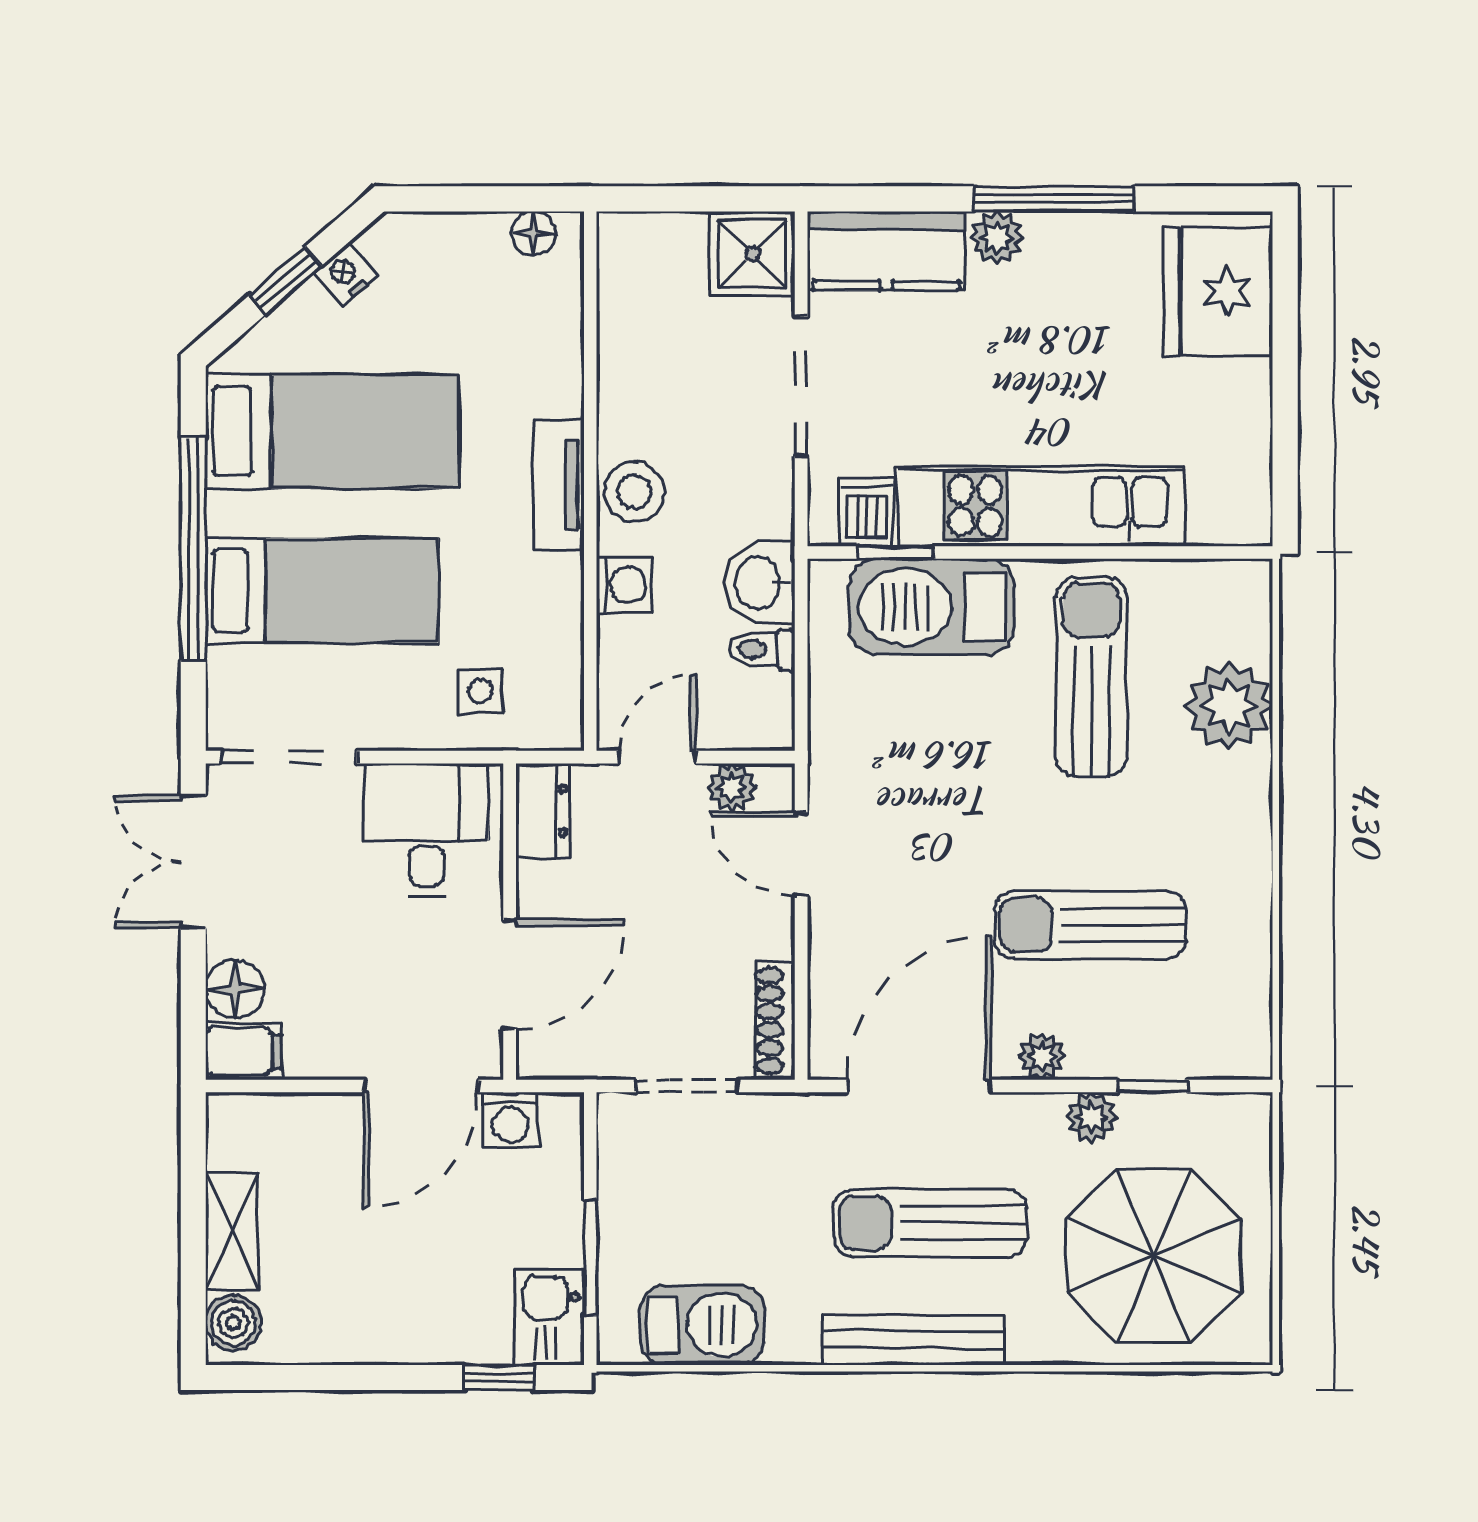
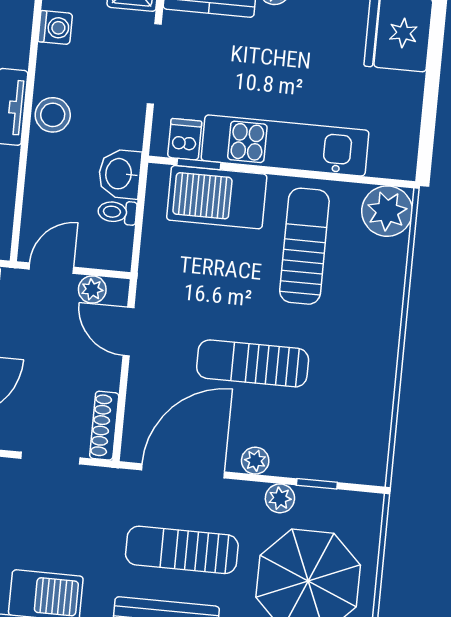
washing machine: (624, 585) -> (55, 28), moved
plant: (1229, 706) -> (387, 211), moved
sun lounger: (1090, 925) -> (253, 363), moved

